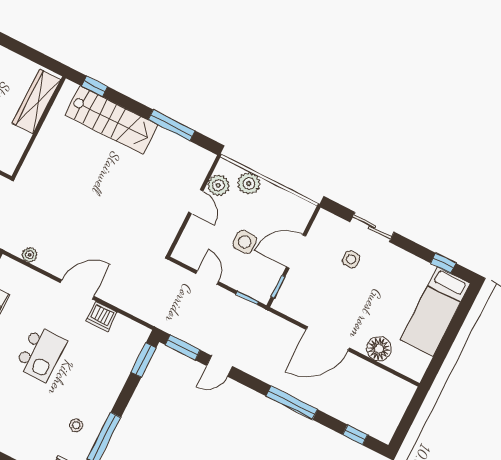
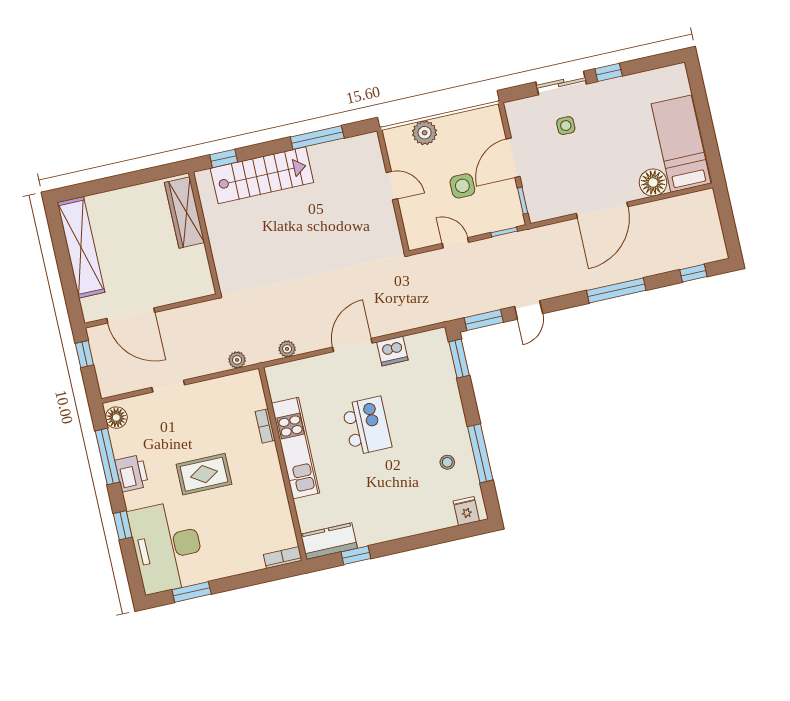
plant: (218, 185) -> (400, 156), removed
window: (443, 263) -> (609, 72), moved
bed: (435, 311) -> (681, 144), moved, turned 180

